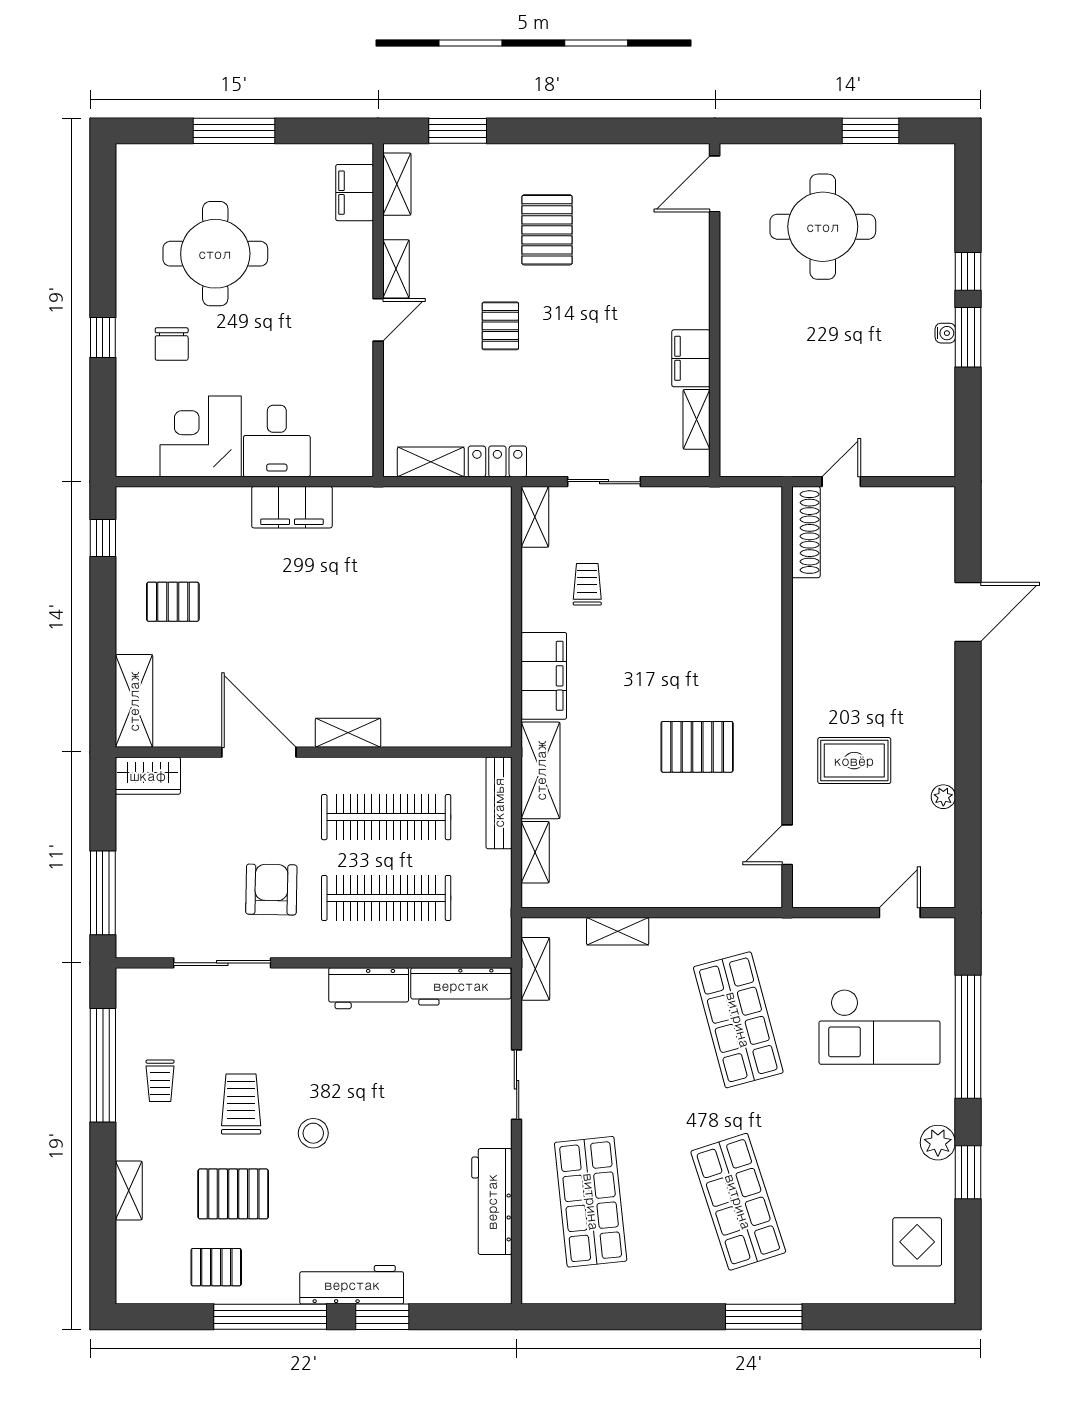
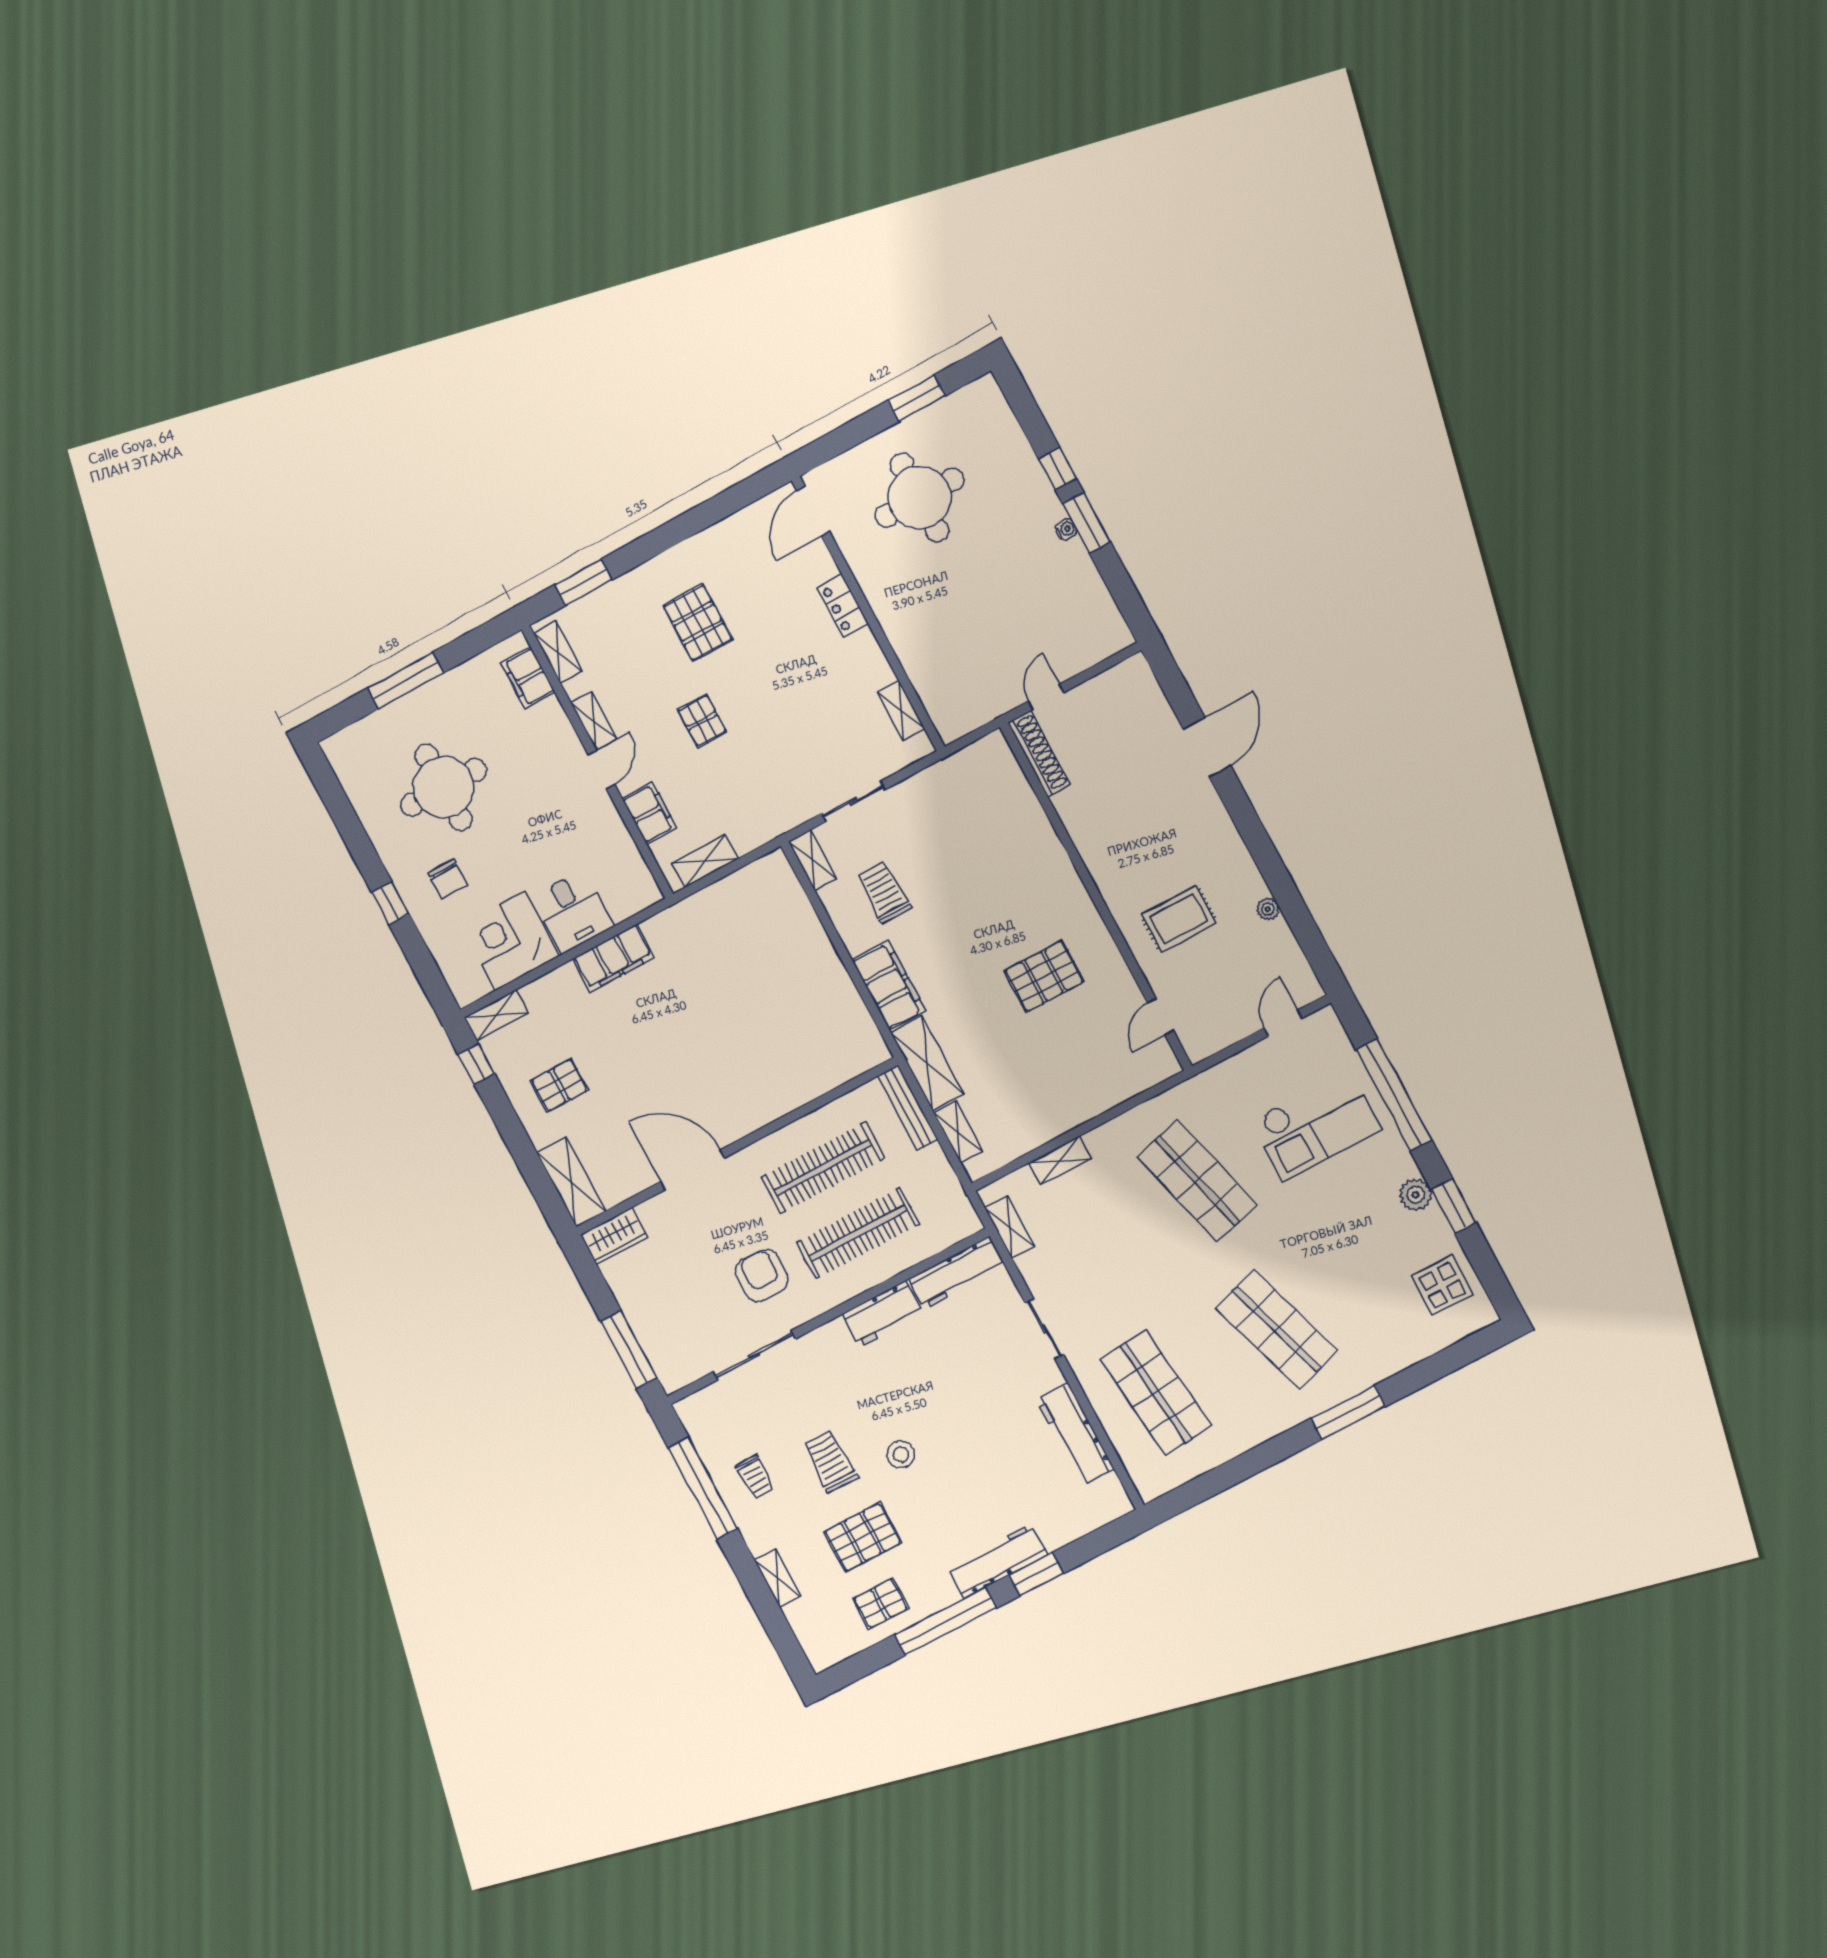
filing cabinet: (691, 358) -> (649, 813), moved, turned 180
locker: (497, 461) -> (843, 606), moved, turned -90
trolley: (587, 584) -> (884, 892), width x1.36, depth x1.39
shelving: (348, 733) -> (496, 1015), moved

